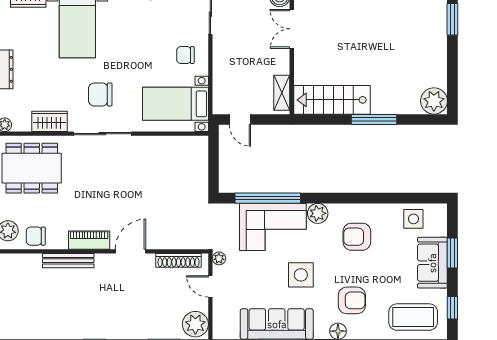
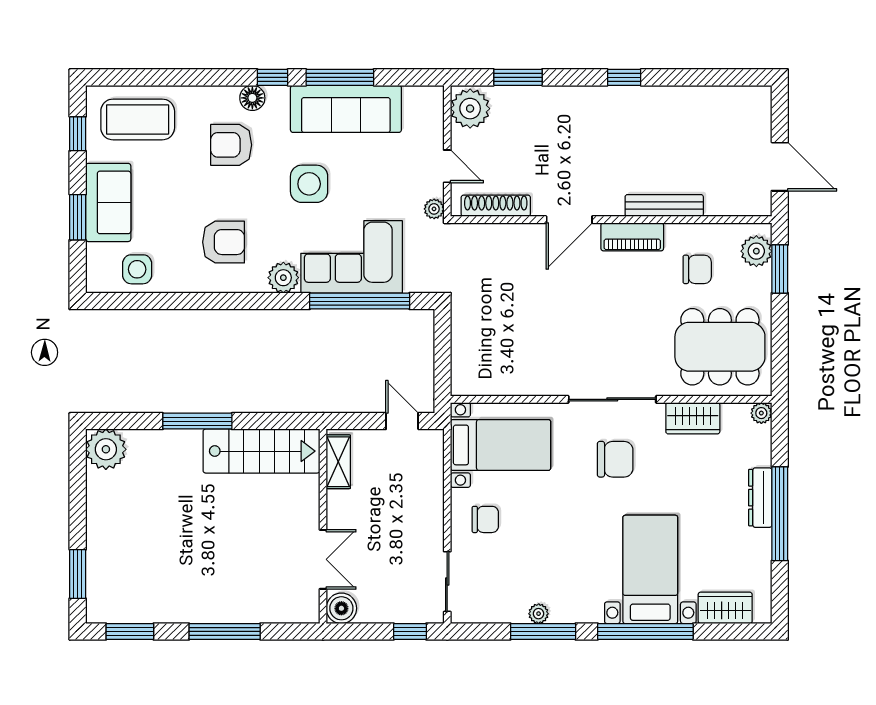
chair: (36, 236) -> (697, 269), moved

